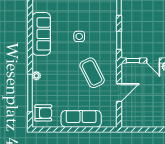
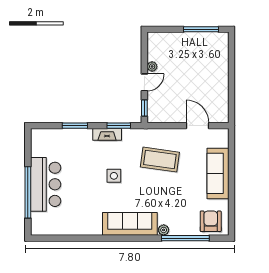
fireplace: (112, 31) -> (107, 134), added
sofa: (41, 34) -> (130, 224), moved
coffee table: (92, 73) -> (160, 160), turned 35
door: (119, 93) -> (198, 126), moved

